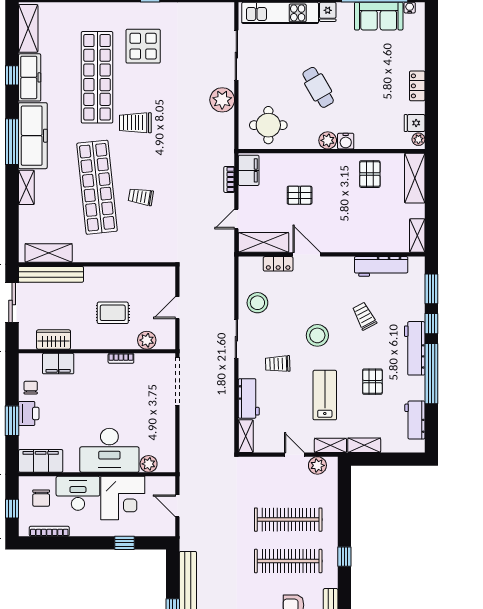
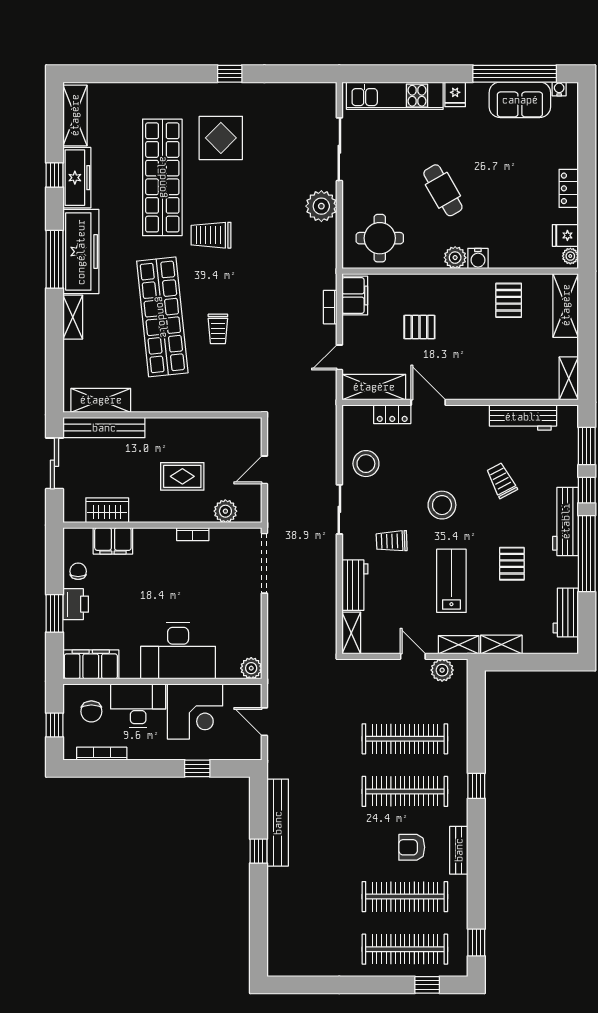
trolley: (141, 197) -> (218, 329), turned -99
plant: (149, 464) -> (251, 668), moved

